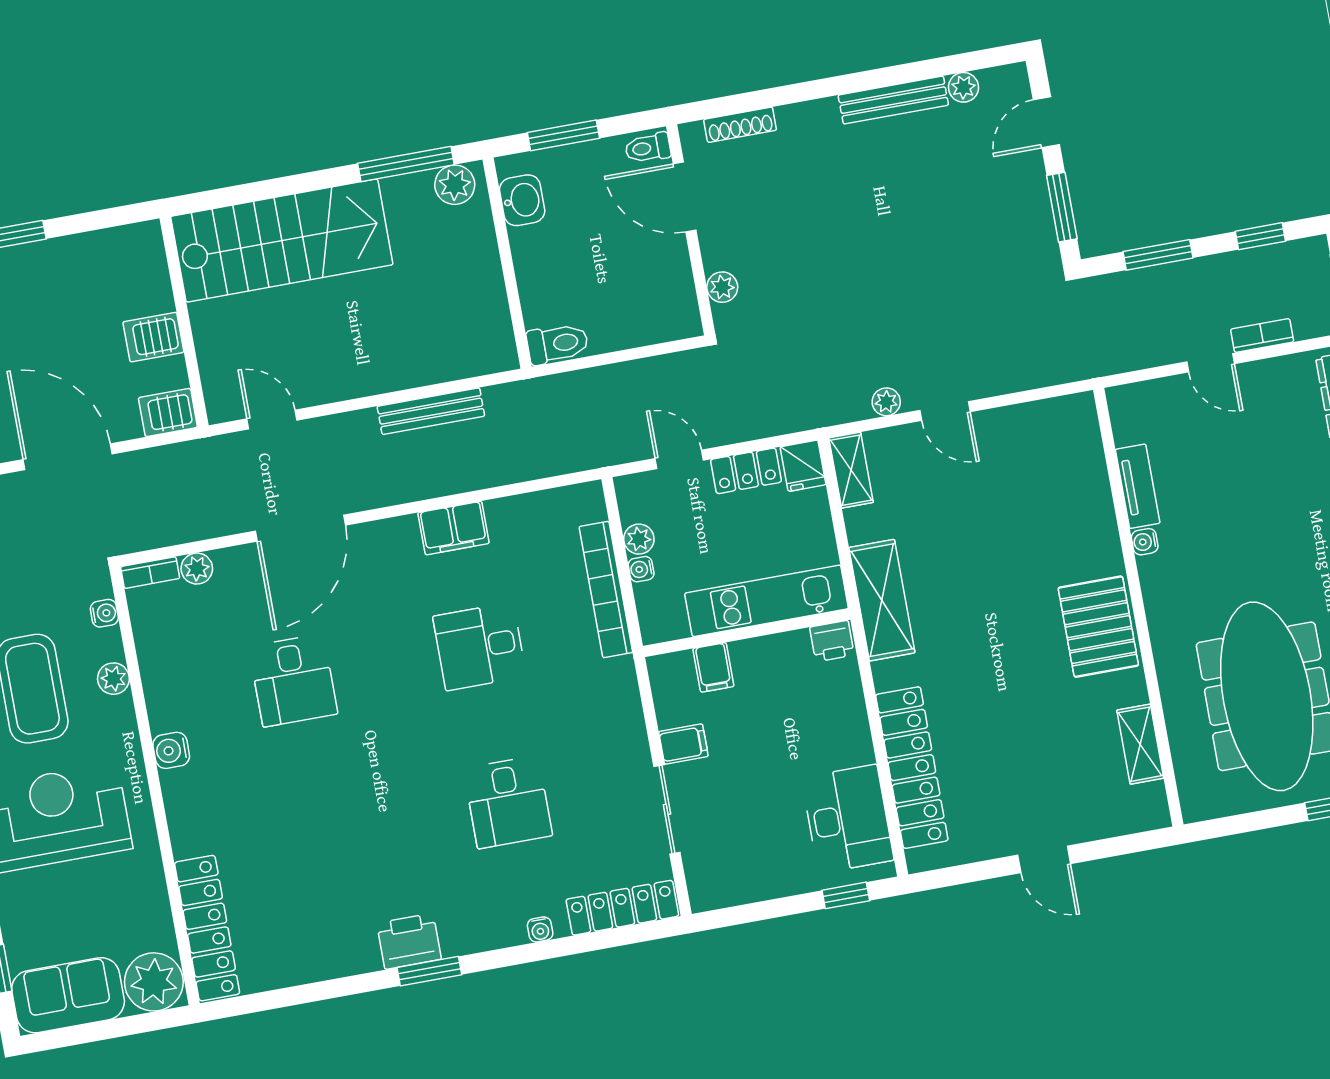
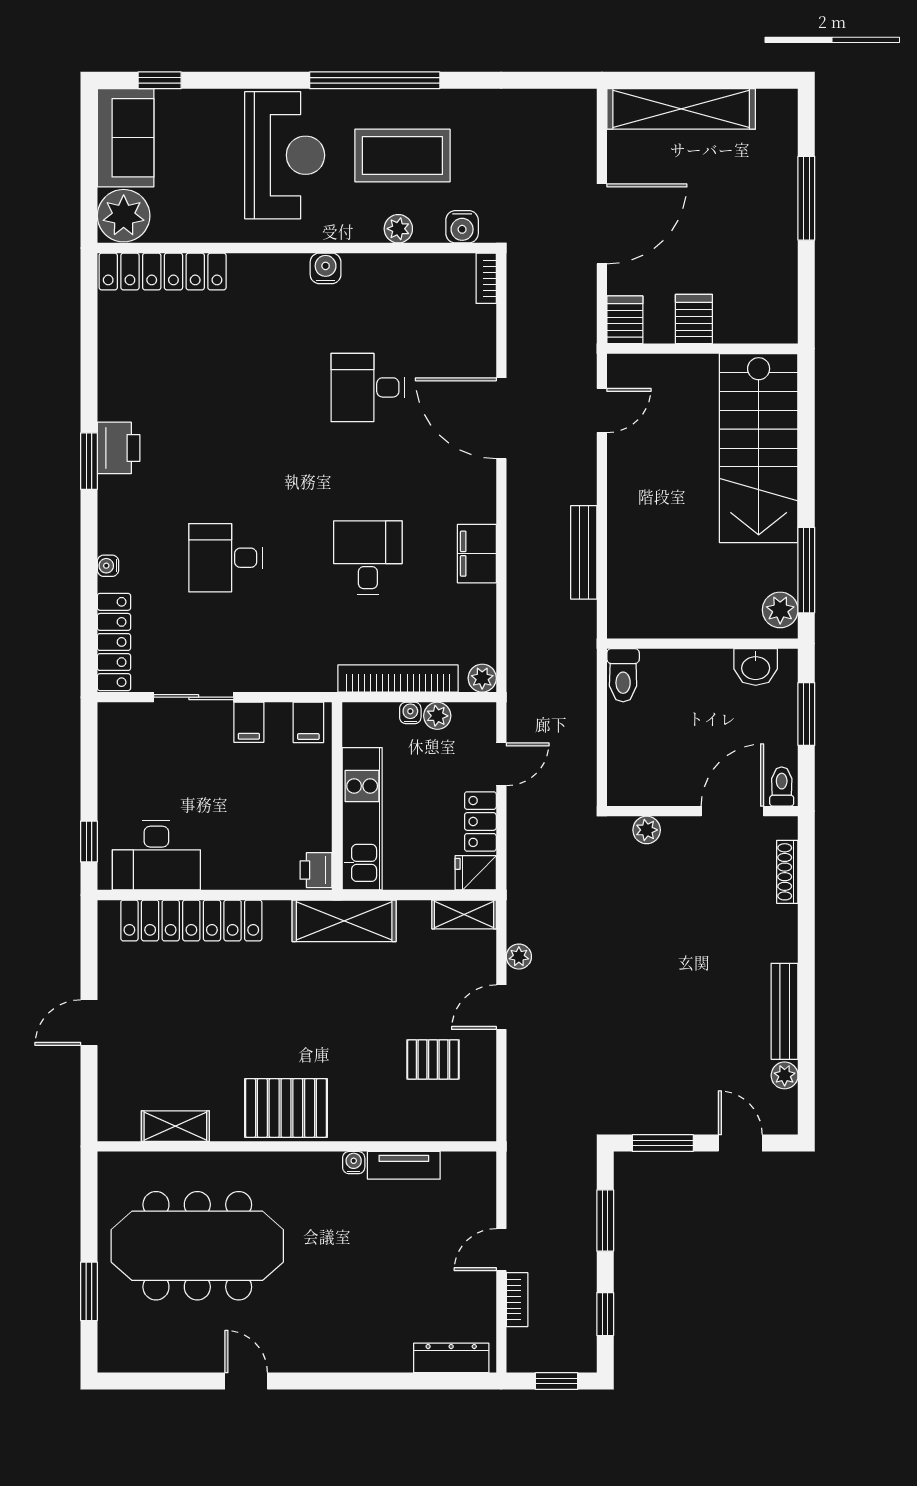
pallet: (1016, 475) -> (433, 1059), added
plant: (197, 569) -> (482, 678), moved
water cooler: (104, 613) -> (462, 227), width x1.38, depth x1.38
filing cabinet: (713, 667) -> (308, 722), moved, turned -90

